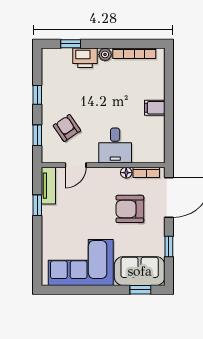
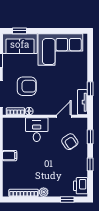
printer: (85, 58) -> (81, 186), moved, turned -90

